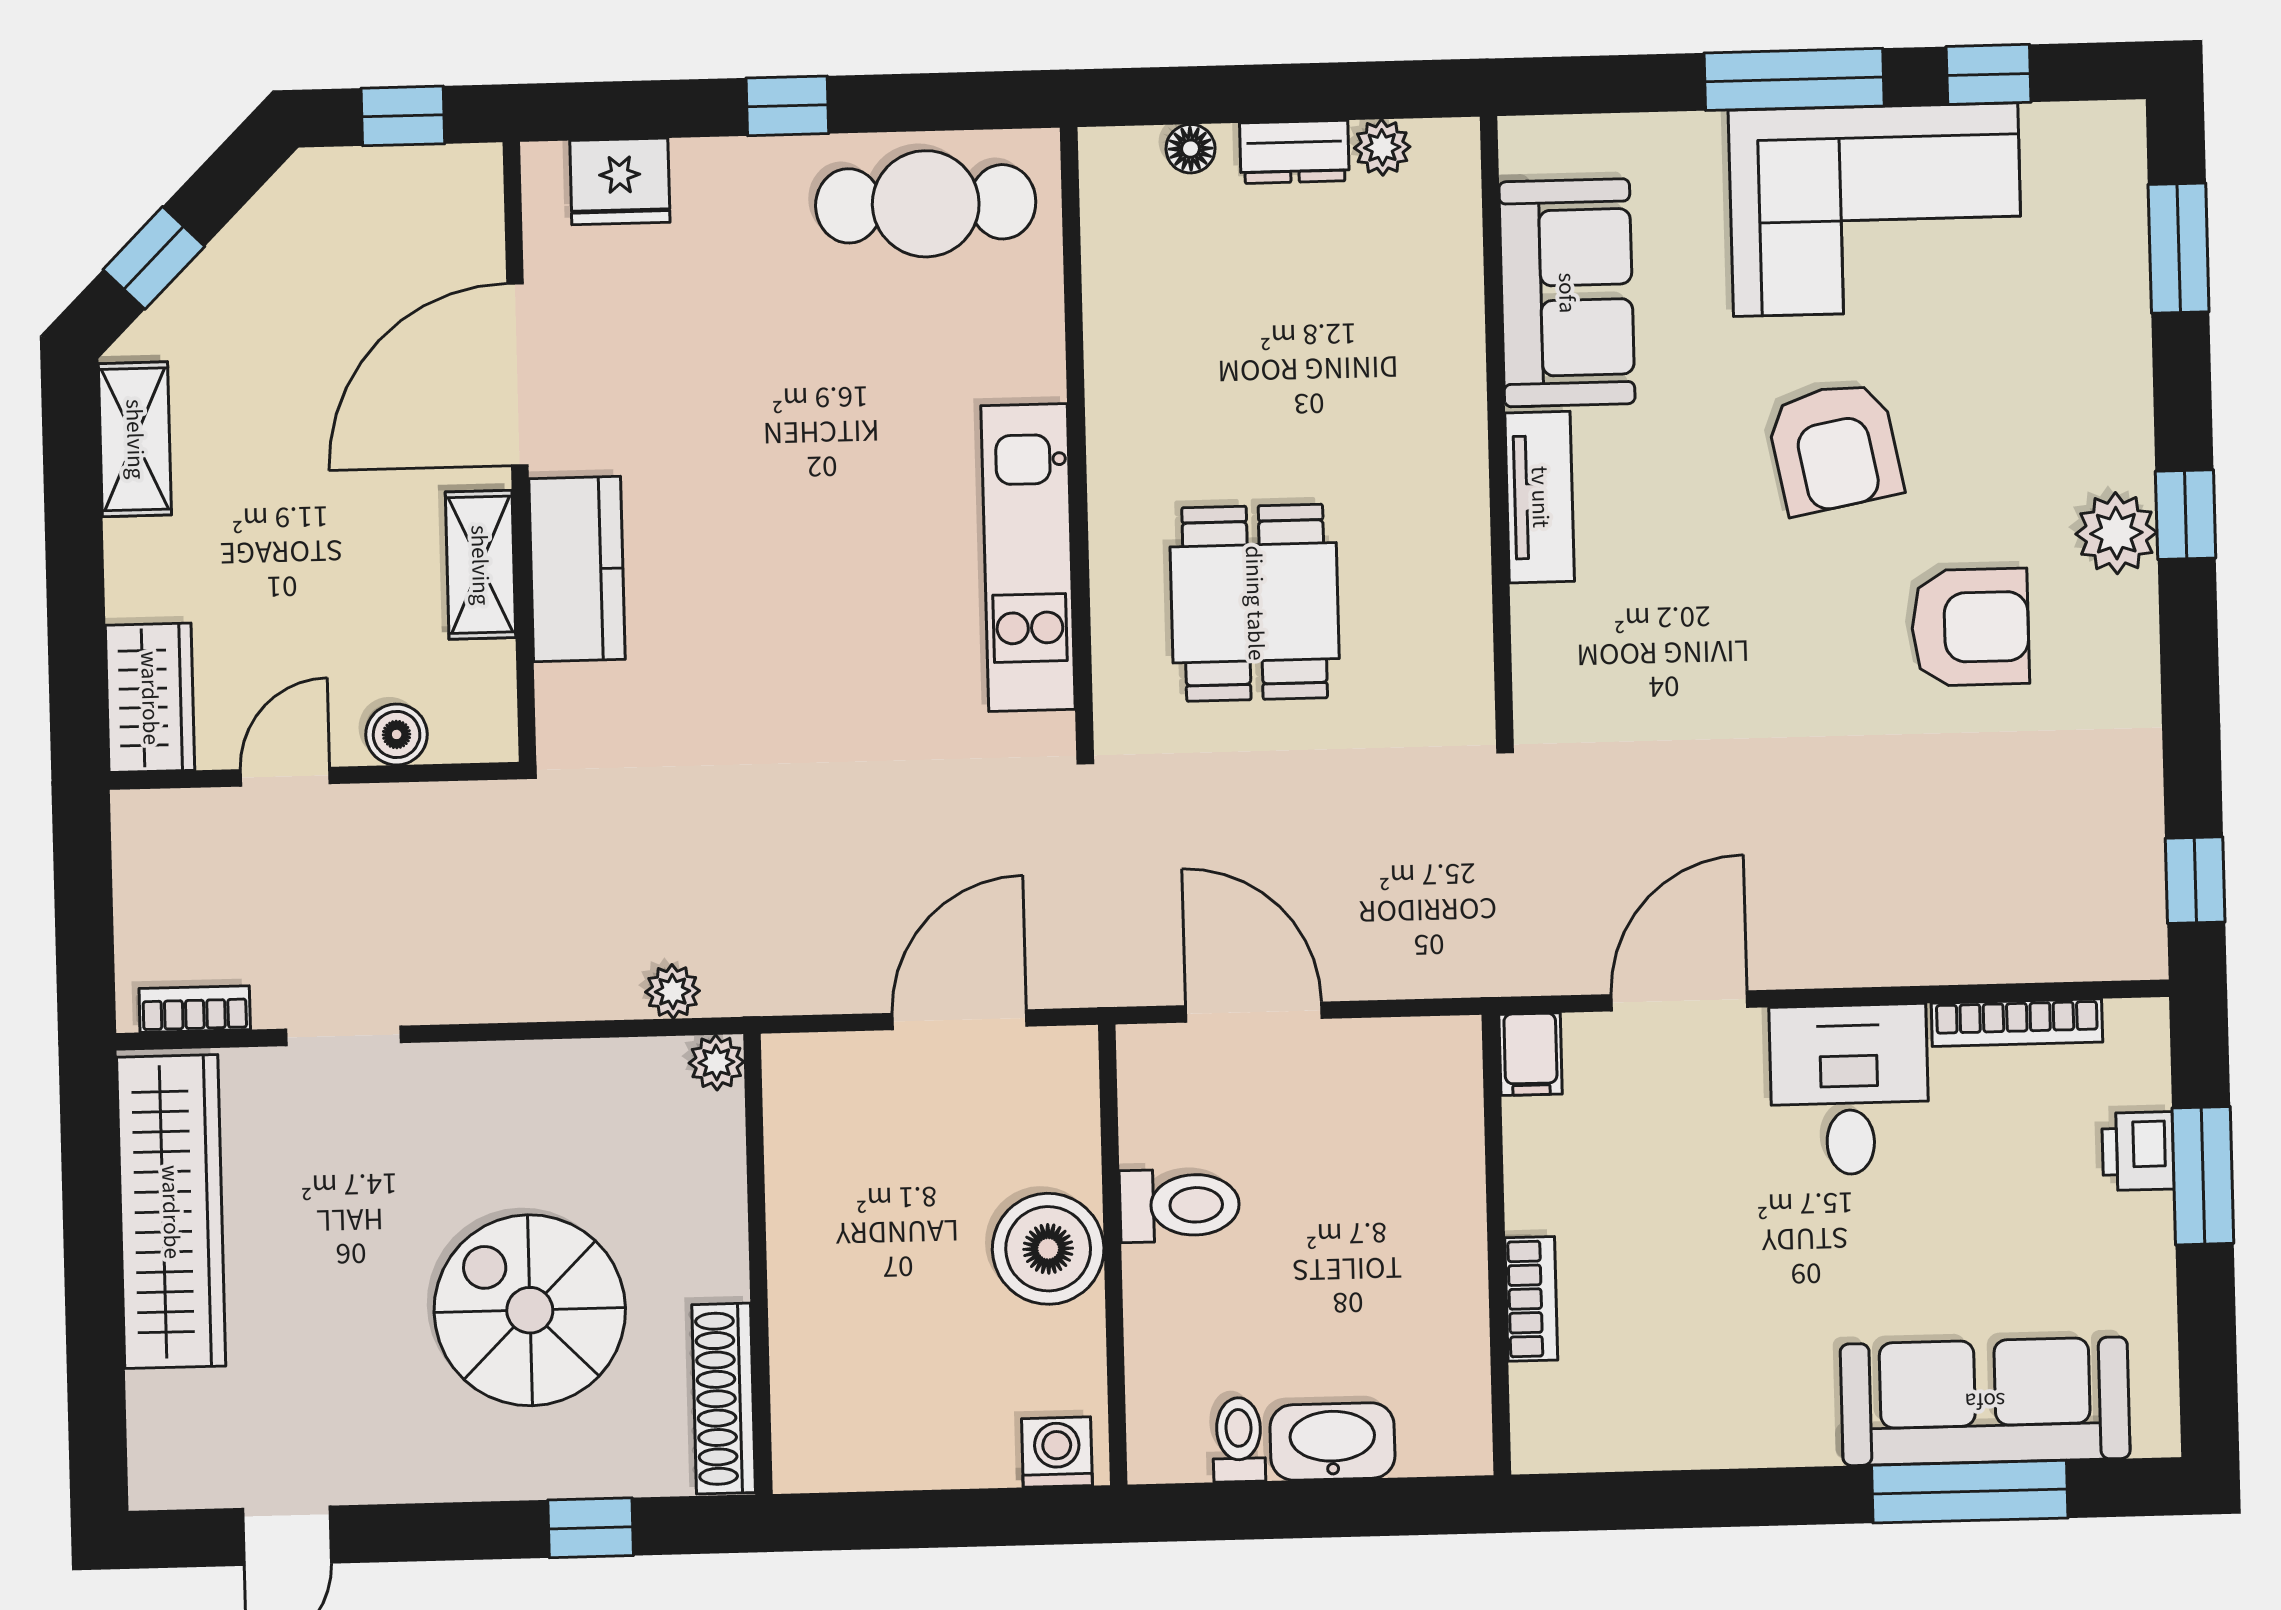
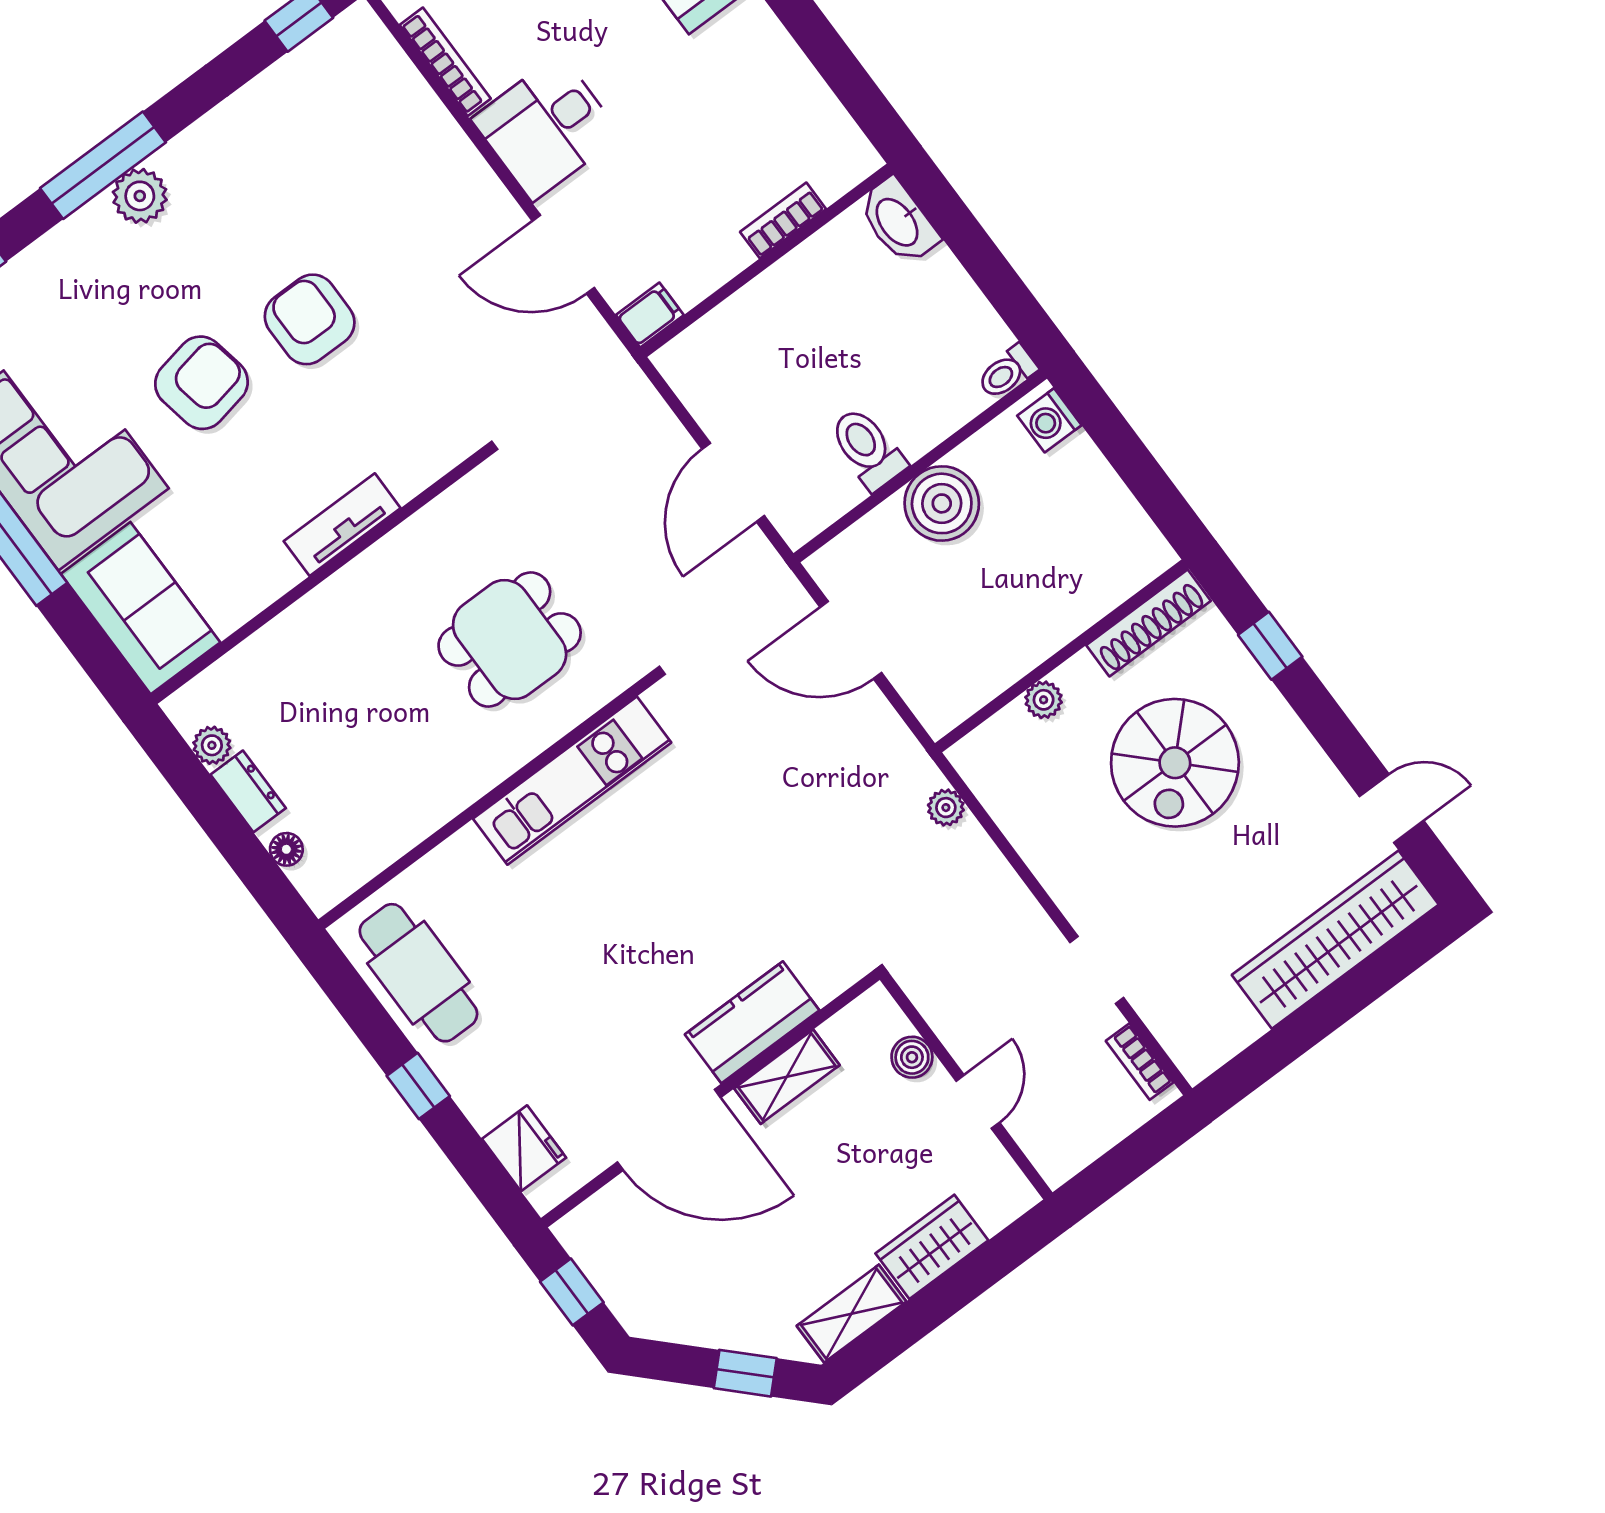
sofa: (1567, 293) -> (141, 608), moved, turned 90
window: (2186, 515) -> (103, 165), width x2.17
armchair: (1970, 627) -> (310, 319), moved
wardrobe: (150, 698) -> (932, 1247), moved
door: (285, 777) -> (978, 1102), swing flipped
plant: (716, 1062) -> (1044, 700), moved
wardrobe: (171, 1212) -> (1335, 940), moved
toilet: (1239, 1440) -> (1007, 372), moved
washbasin: (1332, 1441) -> (898, 221), moved

